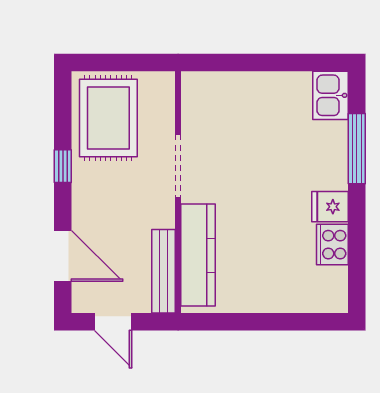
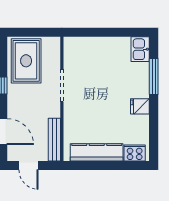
cooker: (332, 245) -> (135, 153), moved, turned 90
kitchen counter: (198, 255) -> (97, 152), moved, turned -90

